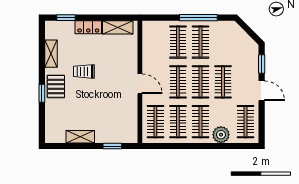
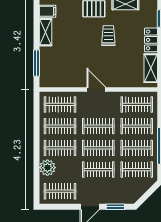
clothes rail: (155, 42) -> (137, 104), added
clothes rail: (223, 42) -> (137, 170), added
door: (140, 84) -> (96, 90), swing flipped
filing cabinet: (58, 135) -> (48, 11), added
window: (112, 146) -> (37, 63), width x1.50

